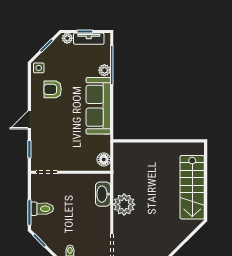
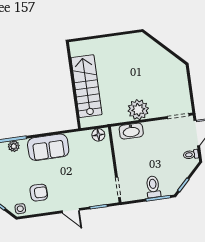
armchair: (53, 89) -> (39, 193), turned -90
sofa: (98, 106) -> (48, 147), width x0.73
stairs: (192, 187) -> (86, 86), moved, turned -90

